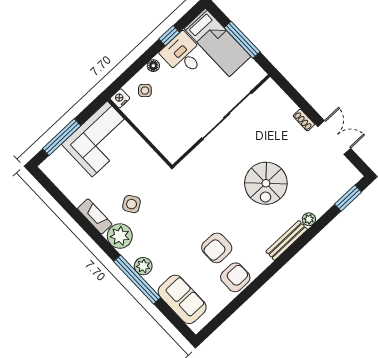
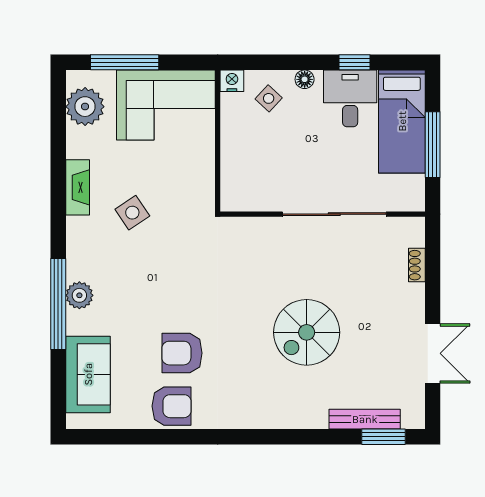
shoe rack: (304, 120) -> (417, 265), moved
plant: (309, 219) -> (317, 419), removed
plant: (120, 236) -> (85, 107), moved
bench: (287, 240) -> (365, 419), moved

